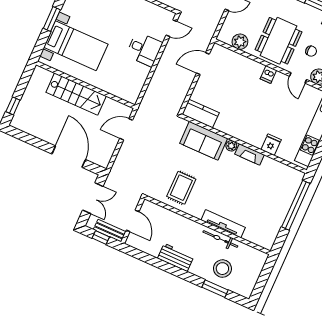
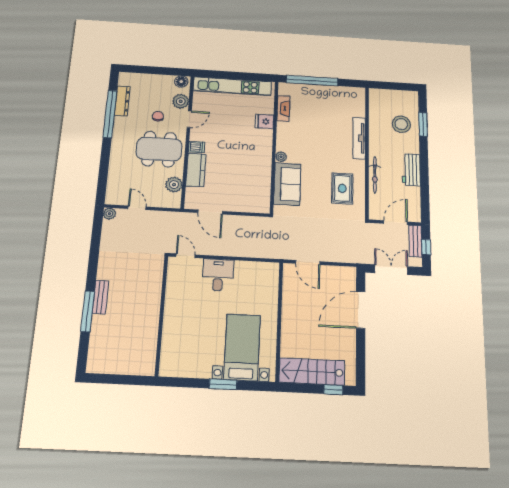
stairs: (76, 94) -> (312, 371), moved, turned -90
kitchen counter: (201, 114) -> (196, 170), moved, turned 180
fireplace: (249, 154) -> (283, 108), moved
rug: (181, 188) -> (342, 188), turned 90
bicycle: (220, 239) -> (375, 175), moved

